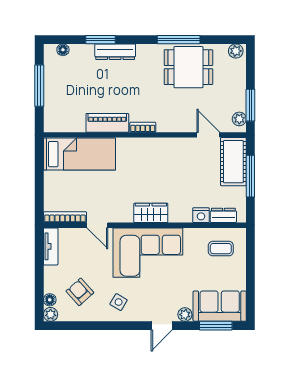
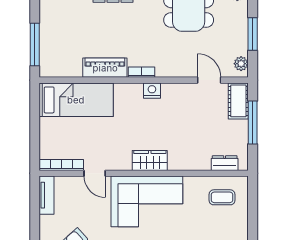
window: (39, 86) -> (35, 44), moved
window: (250, 105) -> (253, 34), moved
cot: (233, 162) -> (238, 101), width x0.73, depth x0.75
nightstand: (201, 215) -> (152, 91), moved, turned 180

